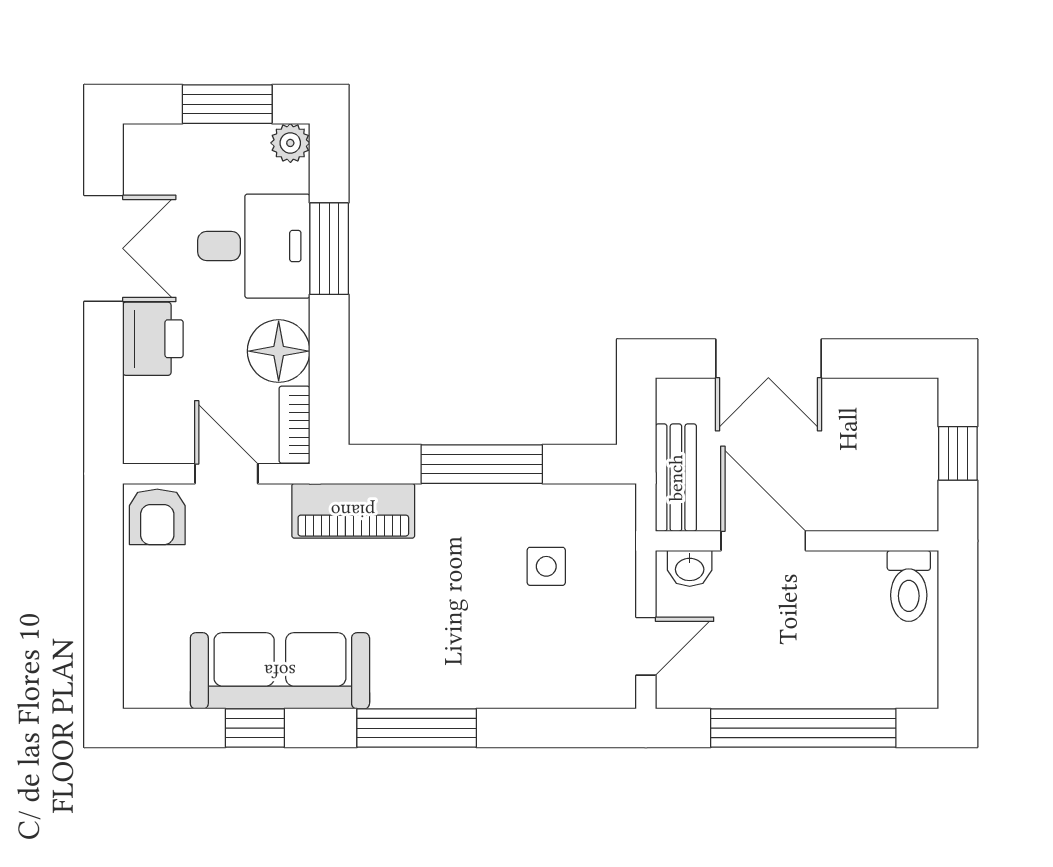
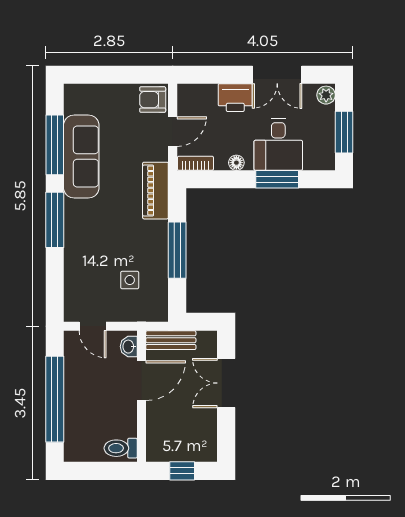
plant: (290, 143) -> (326, 95), moved
floor lamp: (279, 351) -> (236, 163), width x0.53, depth x0.53
window: (255, 728) -> (55, 145), width x2.17

